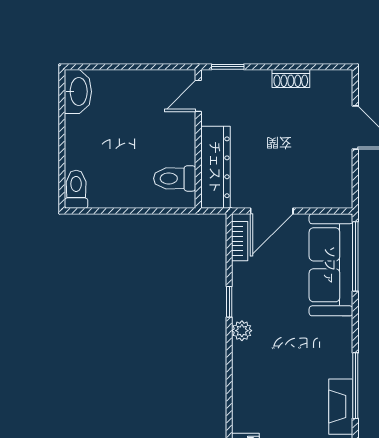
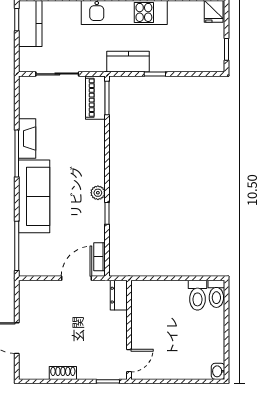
washbasin: (78, 92) -> (218, 371), width x0.52, depth x0.69
dresser: (216, 167) -> (119, 295), width x0.51, depth x0.80
toilet: (175, 178) -> (197, 295), moved, turned 90
sofa: (331, 265) -> (34, 196), moved

